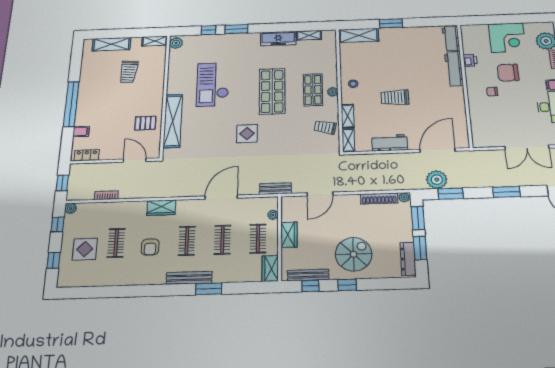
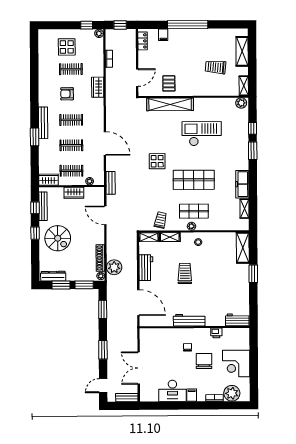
workbench: (454, 69) -> (189, 320), moved
plant: (437, 180) -> (114, 267), moved
wardrobe: (161, 208) -> (98, 87), moved
window: (53, 260) -> (59, 25), removed

